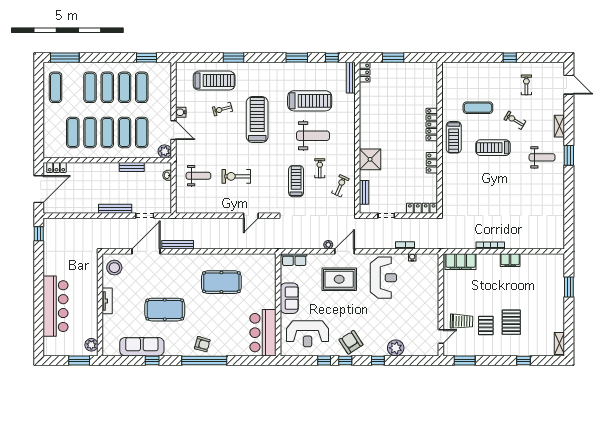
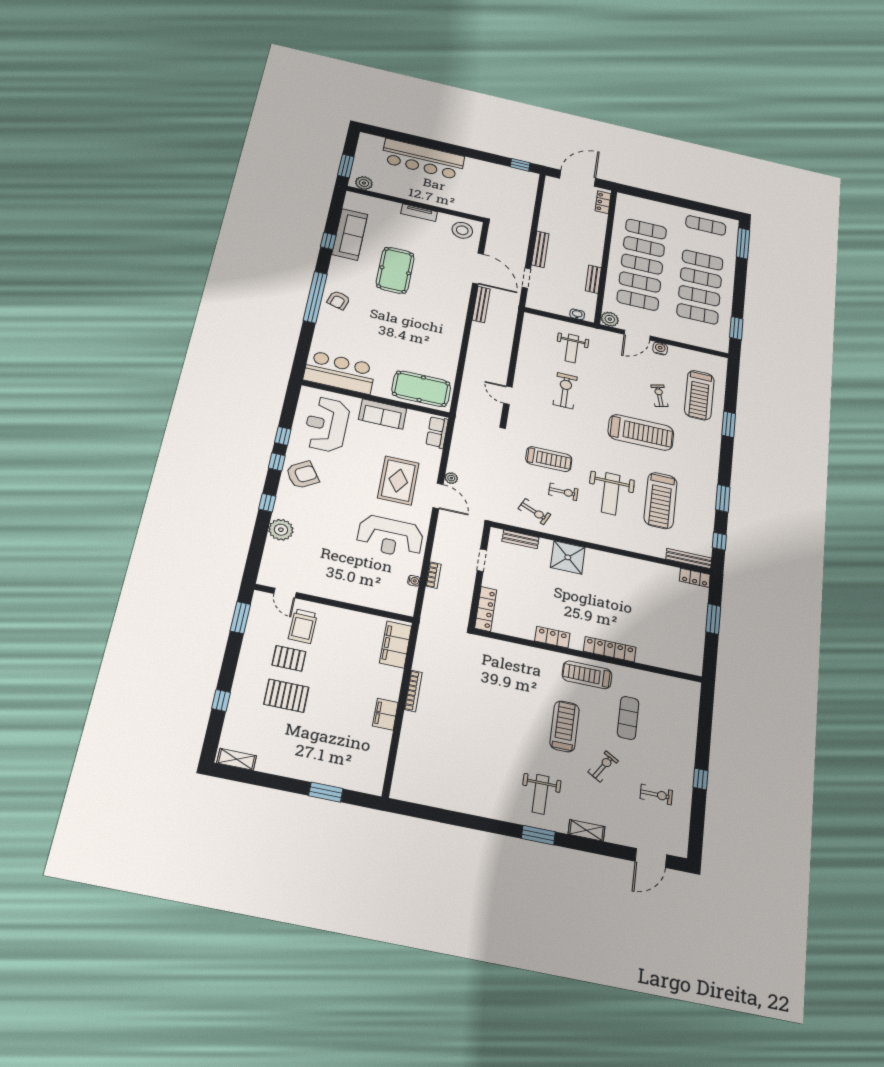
door: (39, 189) -> (578, 178), swing flipped
pool table: (221, 282) -> (421, 389), moved, turned 90

